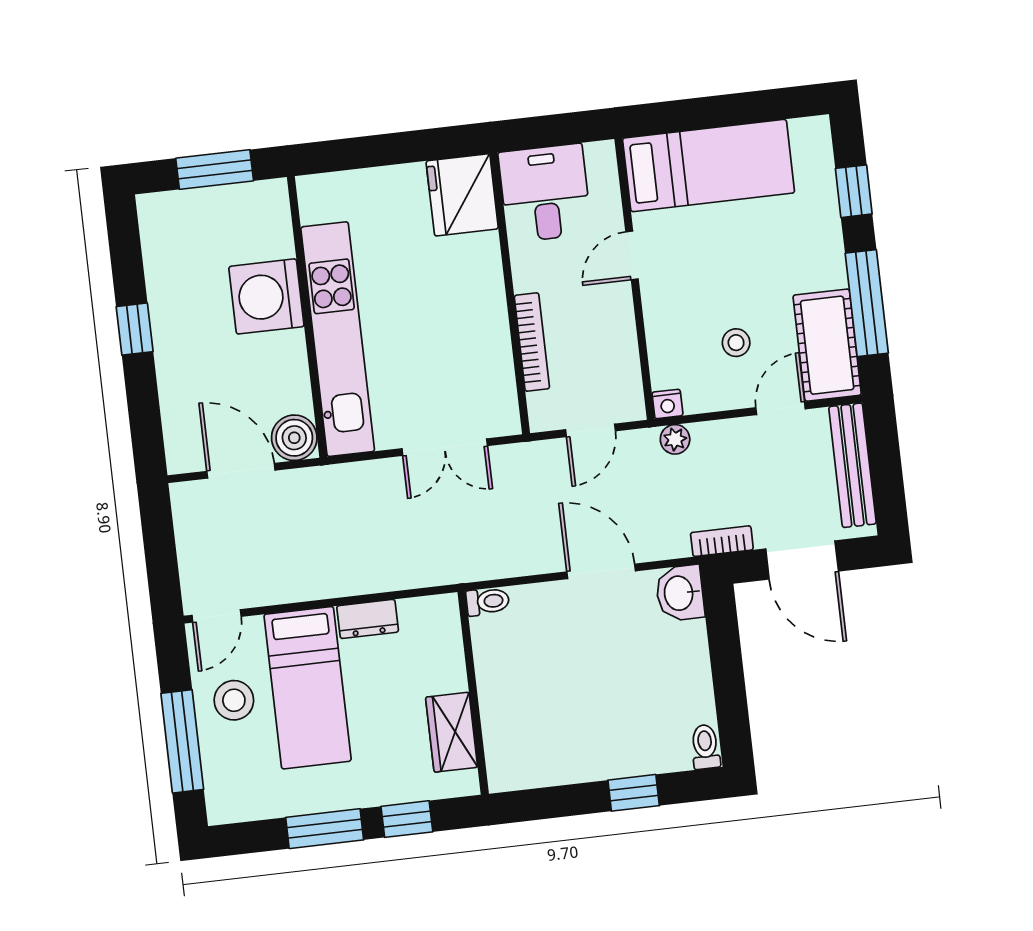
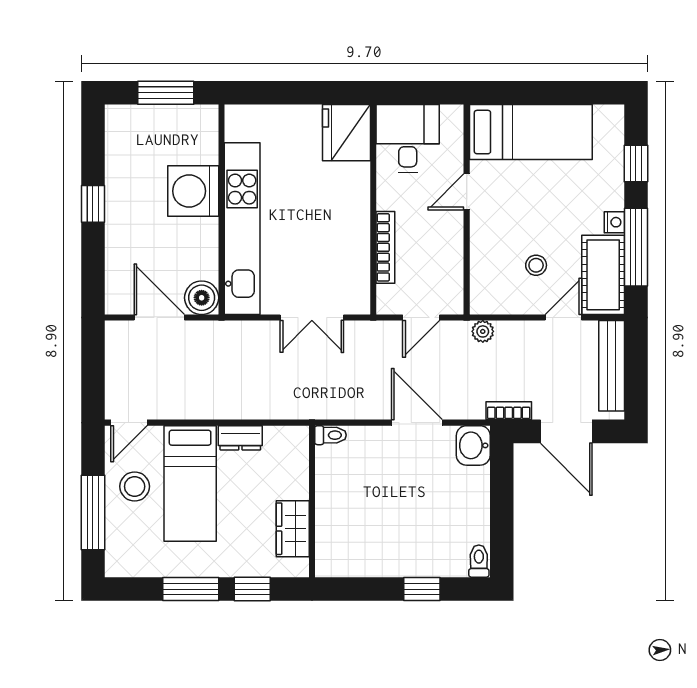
nightstand: (667, 404) -> (614, 222), moved, turned -90

